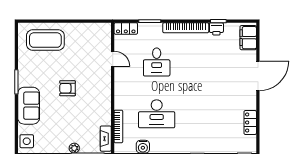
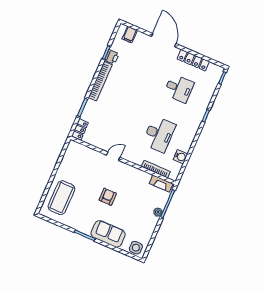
filing cabinet: (248, 38) -> (130, 35), width x0.50
door: (113, 59) -> (113, 156), moved
desk: (157, 62) -> (179, 88), moved
armchair: (68, 88) -> (108, 197), turned 180
locker: (250, 122) -> (193, 60), width x1.53

